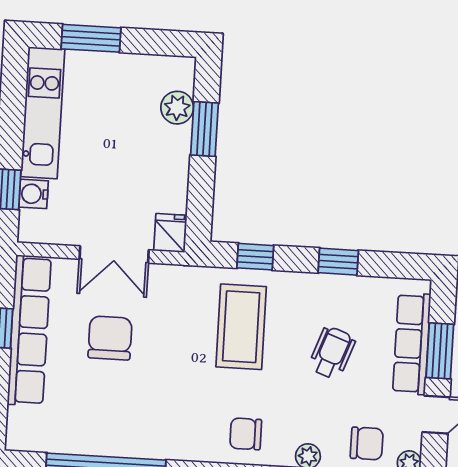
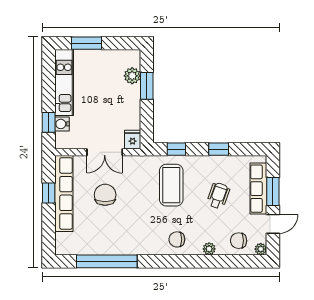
chair: (367, 443) -> (239, 241), turned 180

